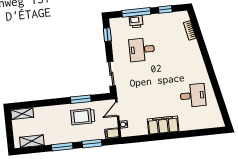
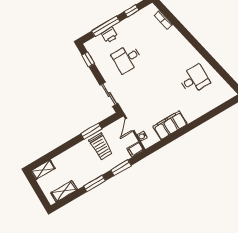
trolley: (83, 117) -> (101, 146), turned -90
filing cabinet: (163, 125) -> (170, 125), moved

